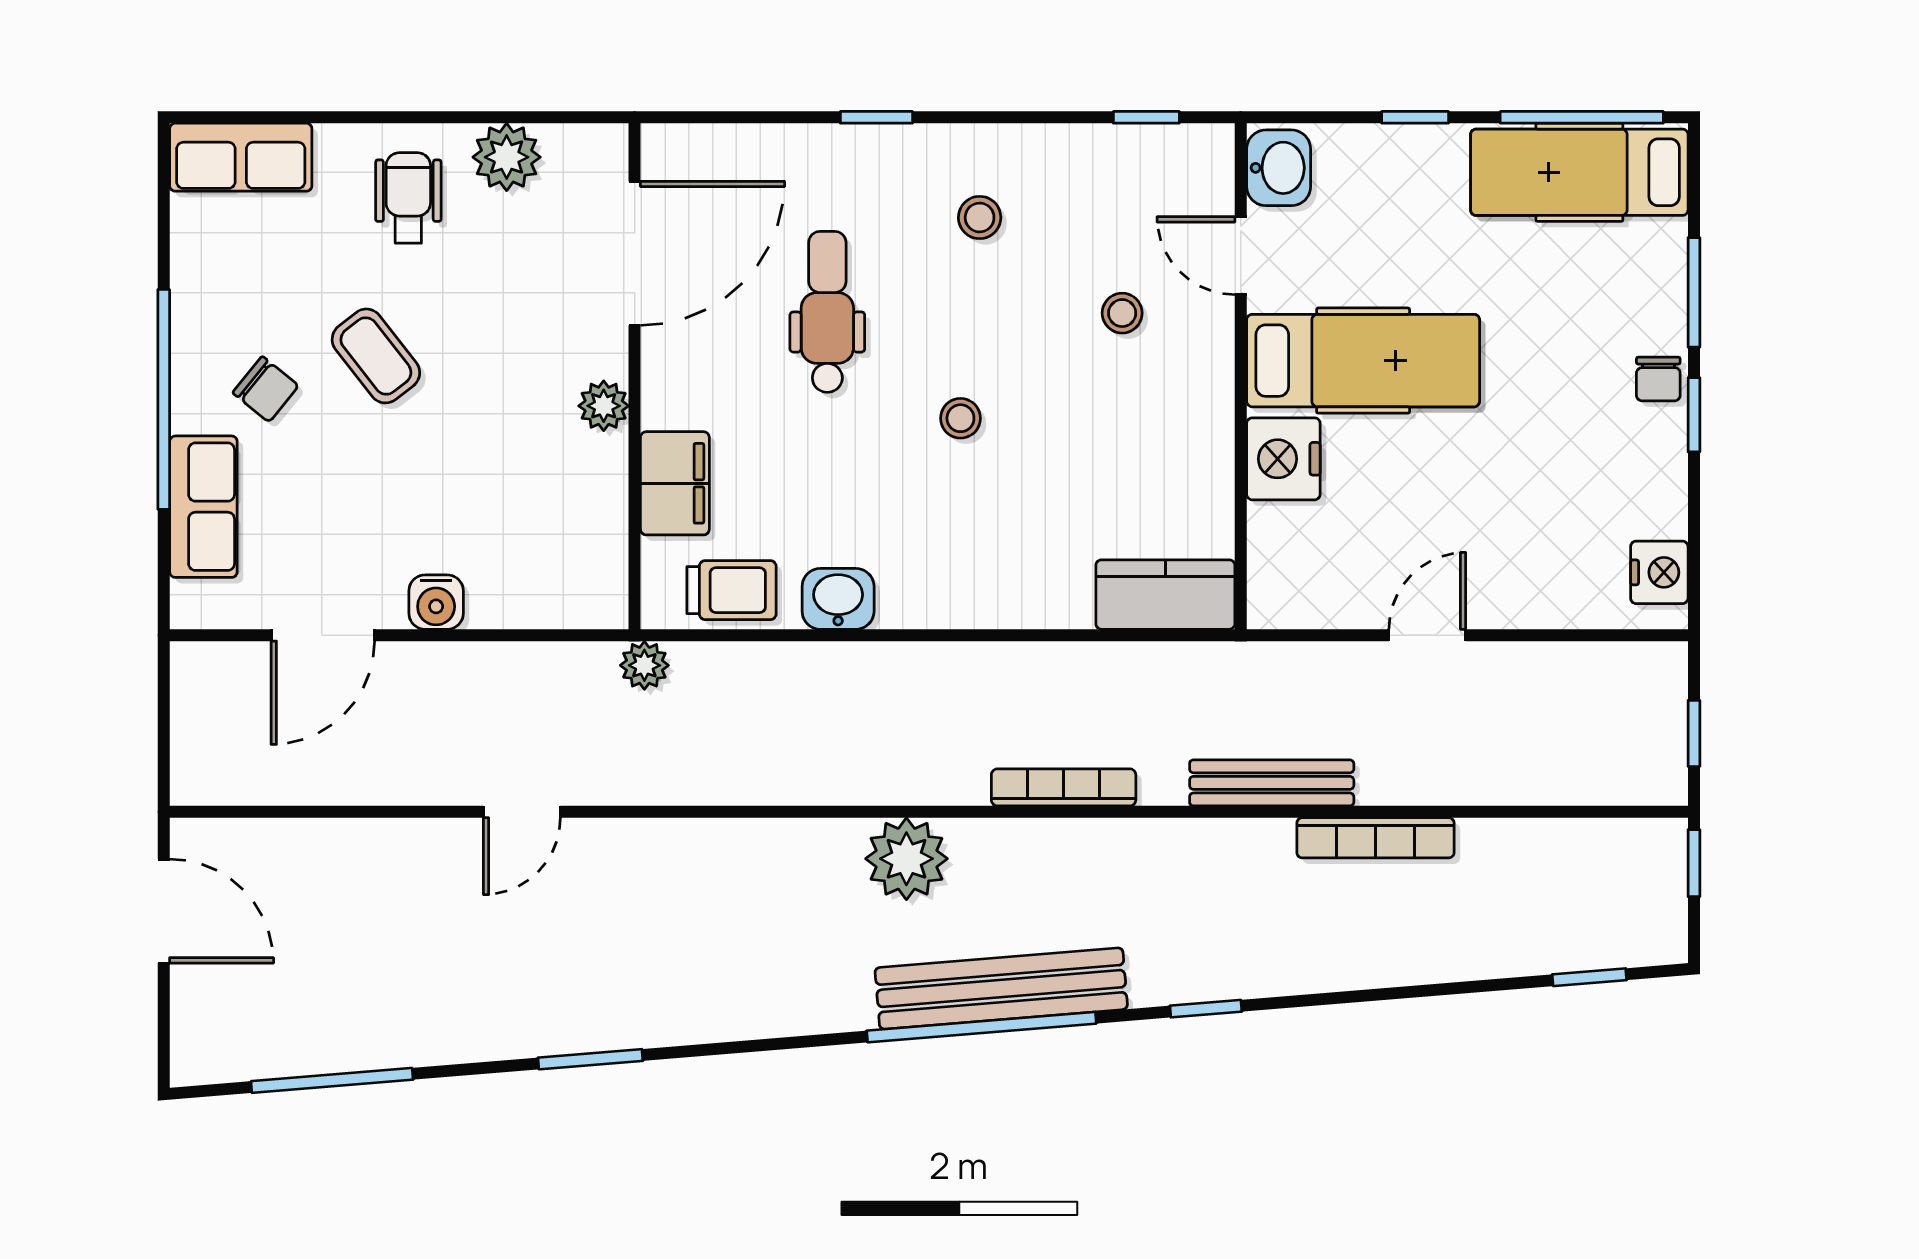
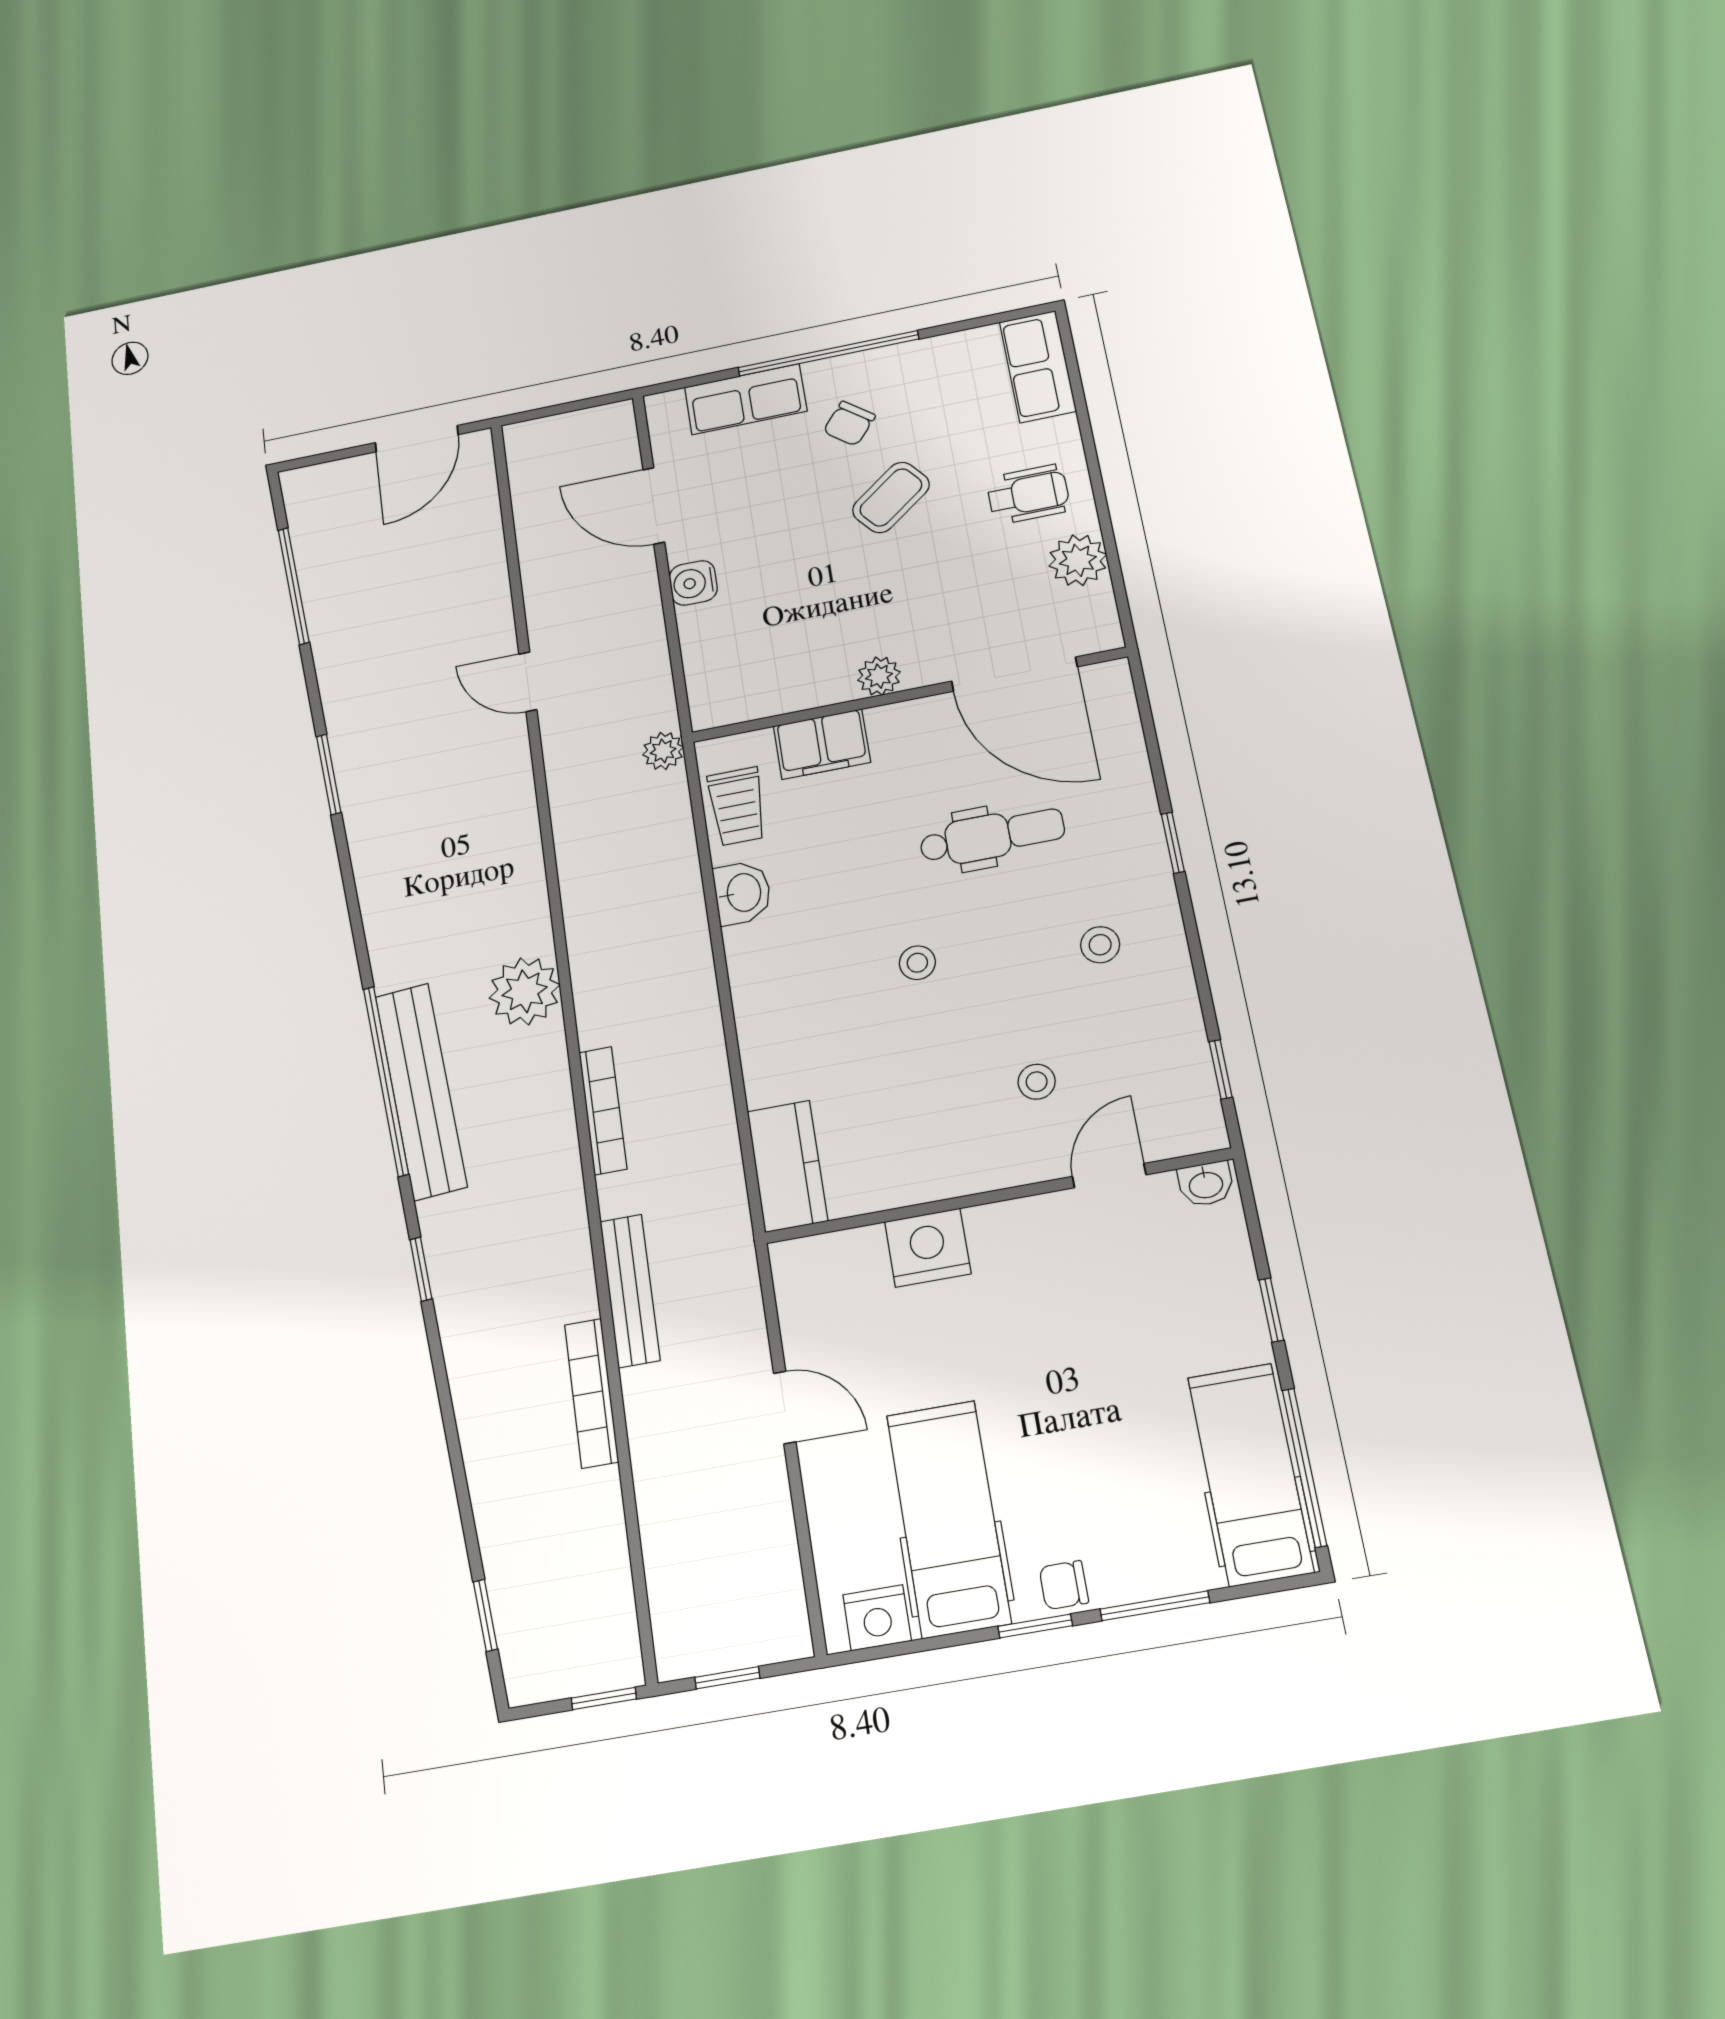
washbasin: (1279, 168) -> (1206, 1184), width x0.72, depth x0.69
hospital bed: (1363, 361) -> (948, 1518), moved, turned 180

